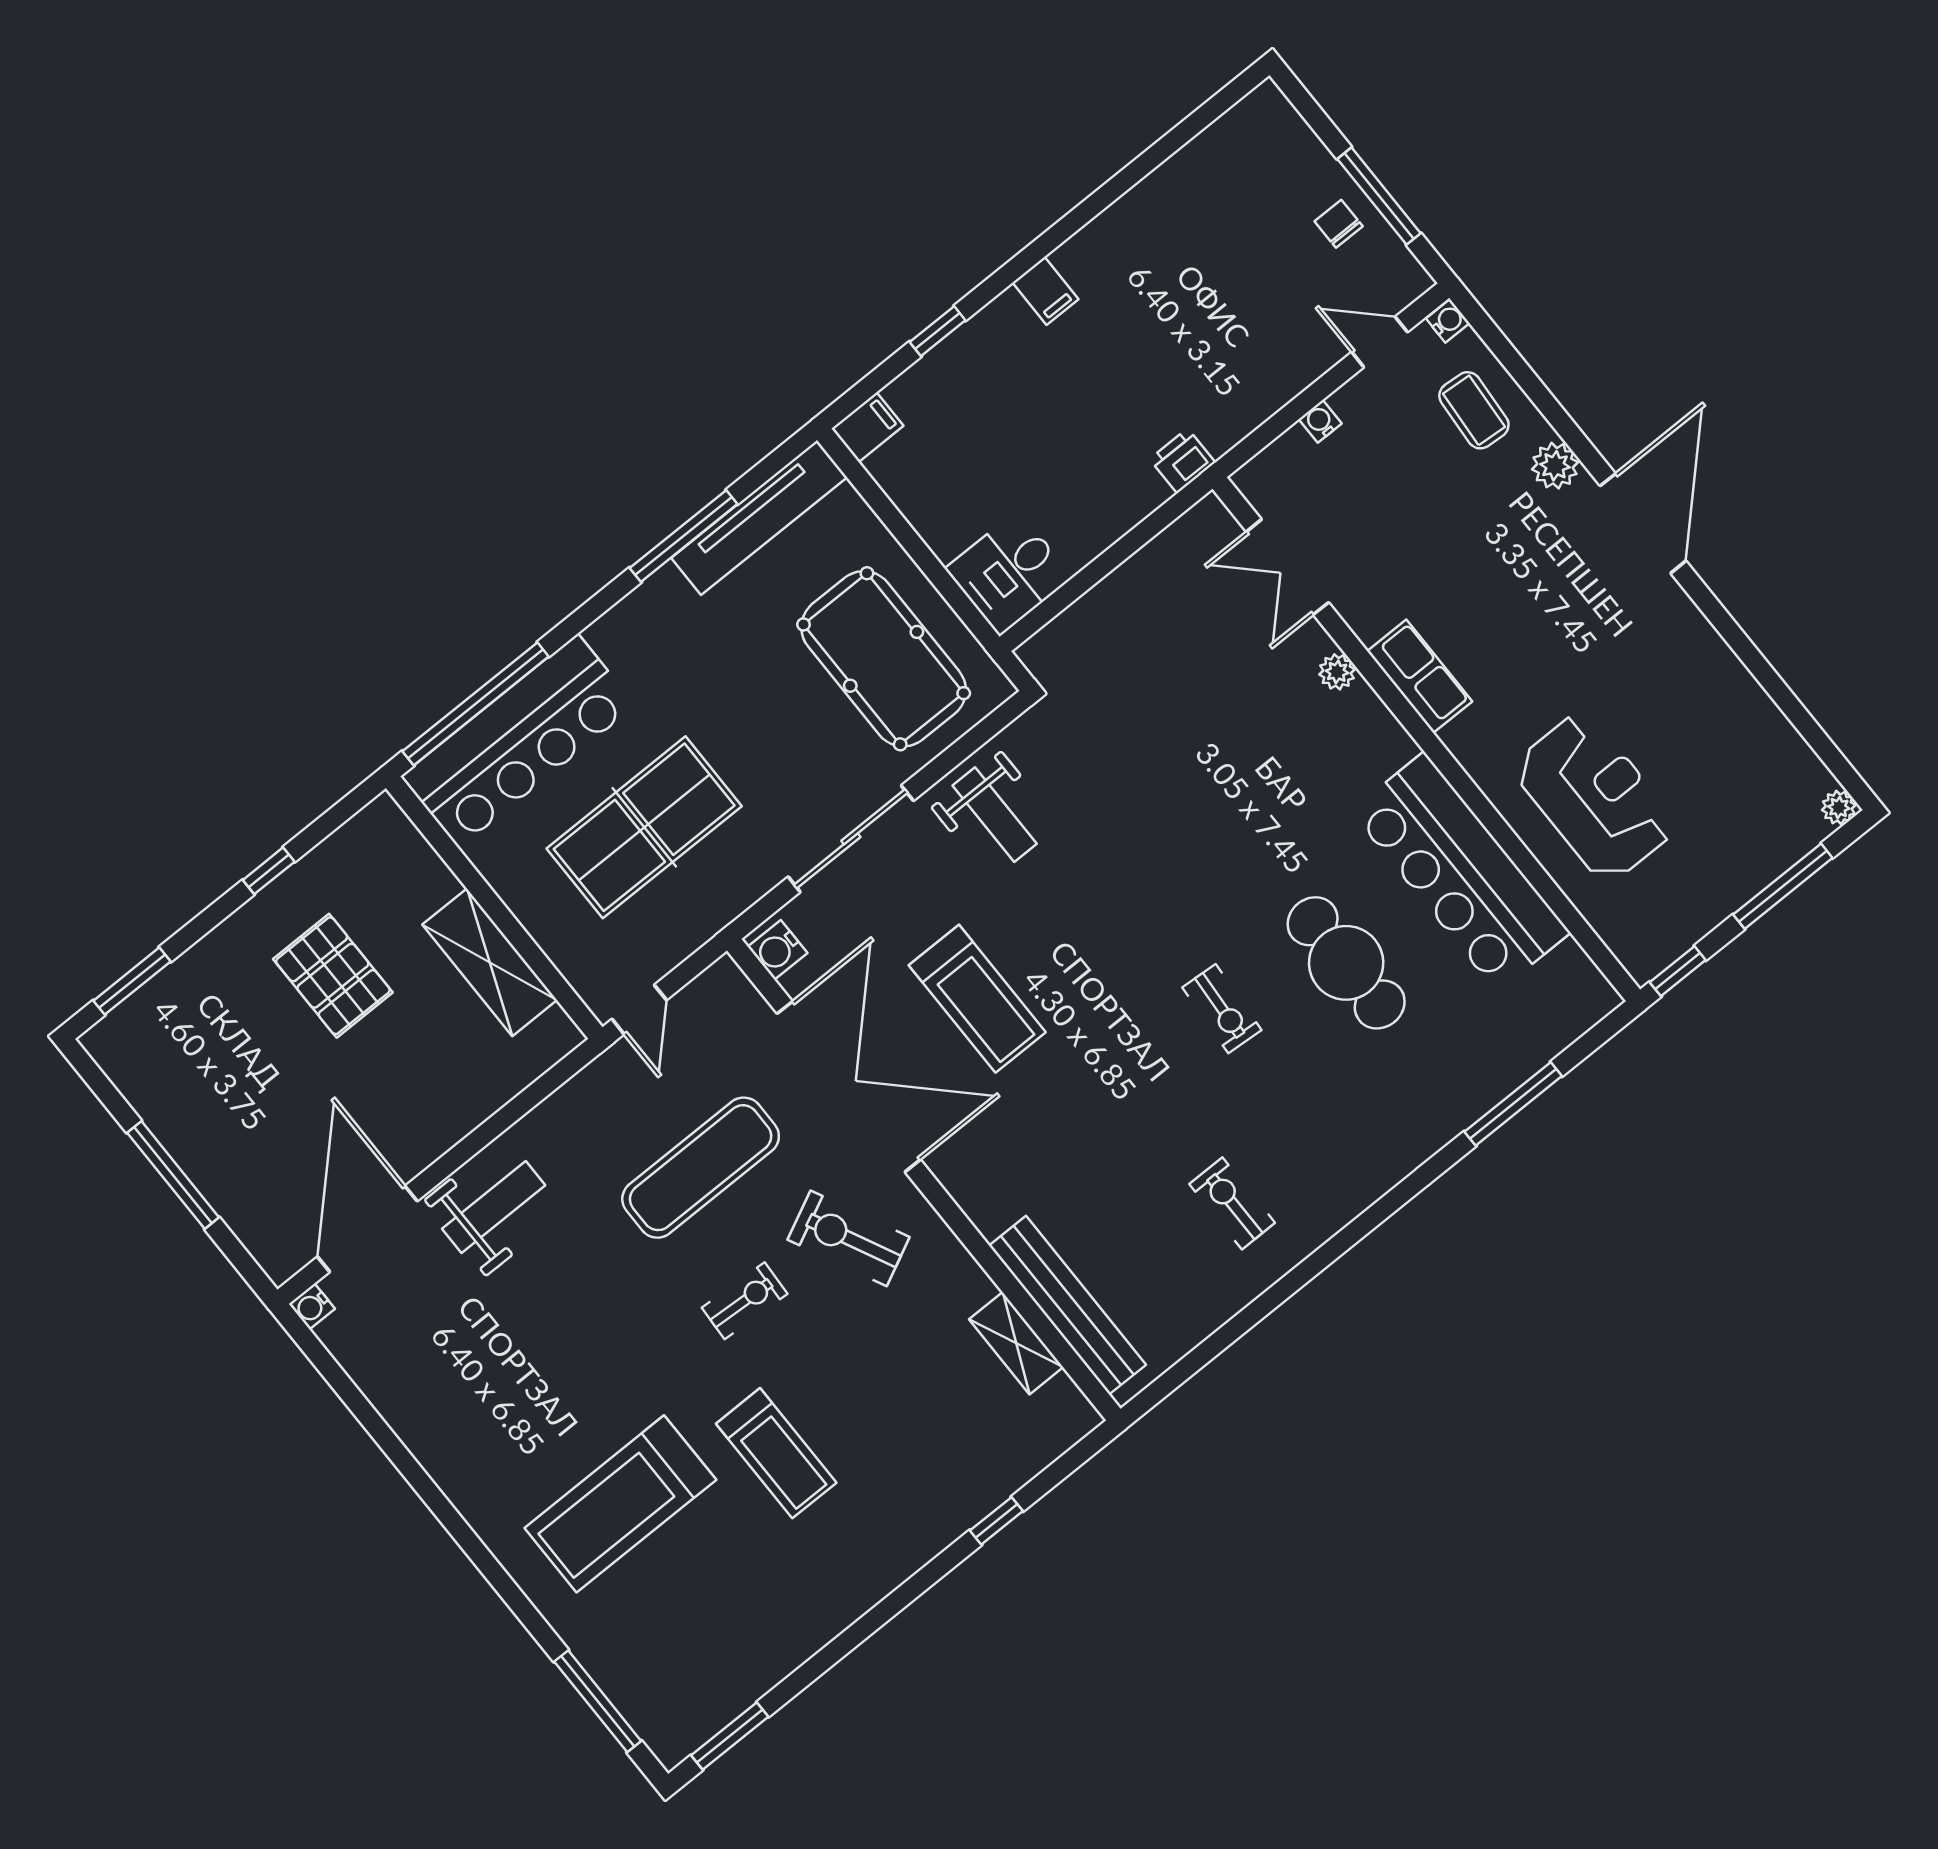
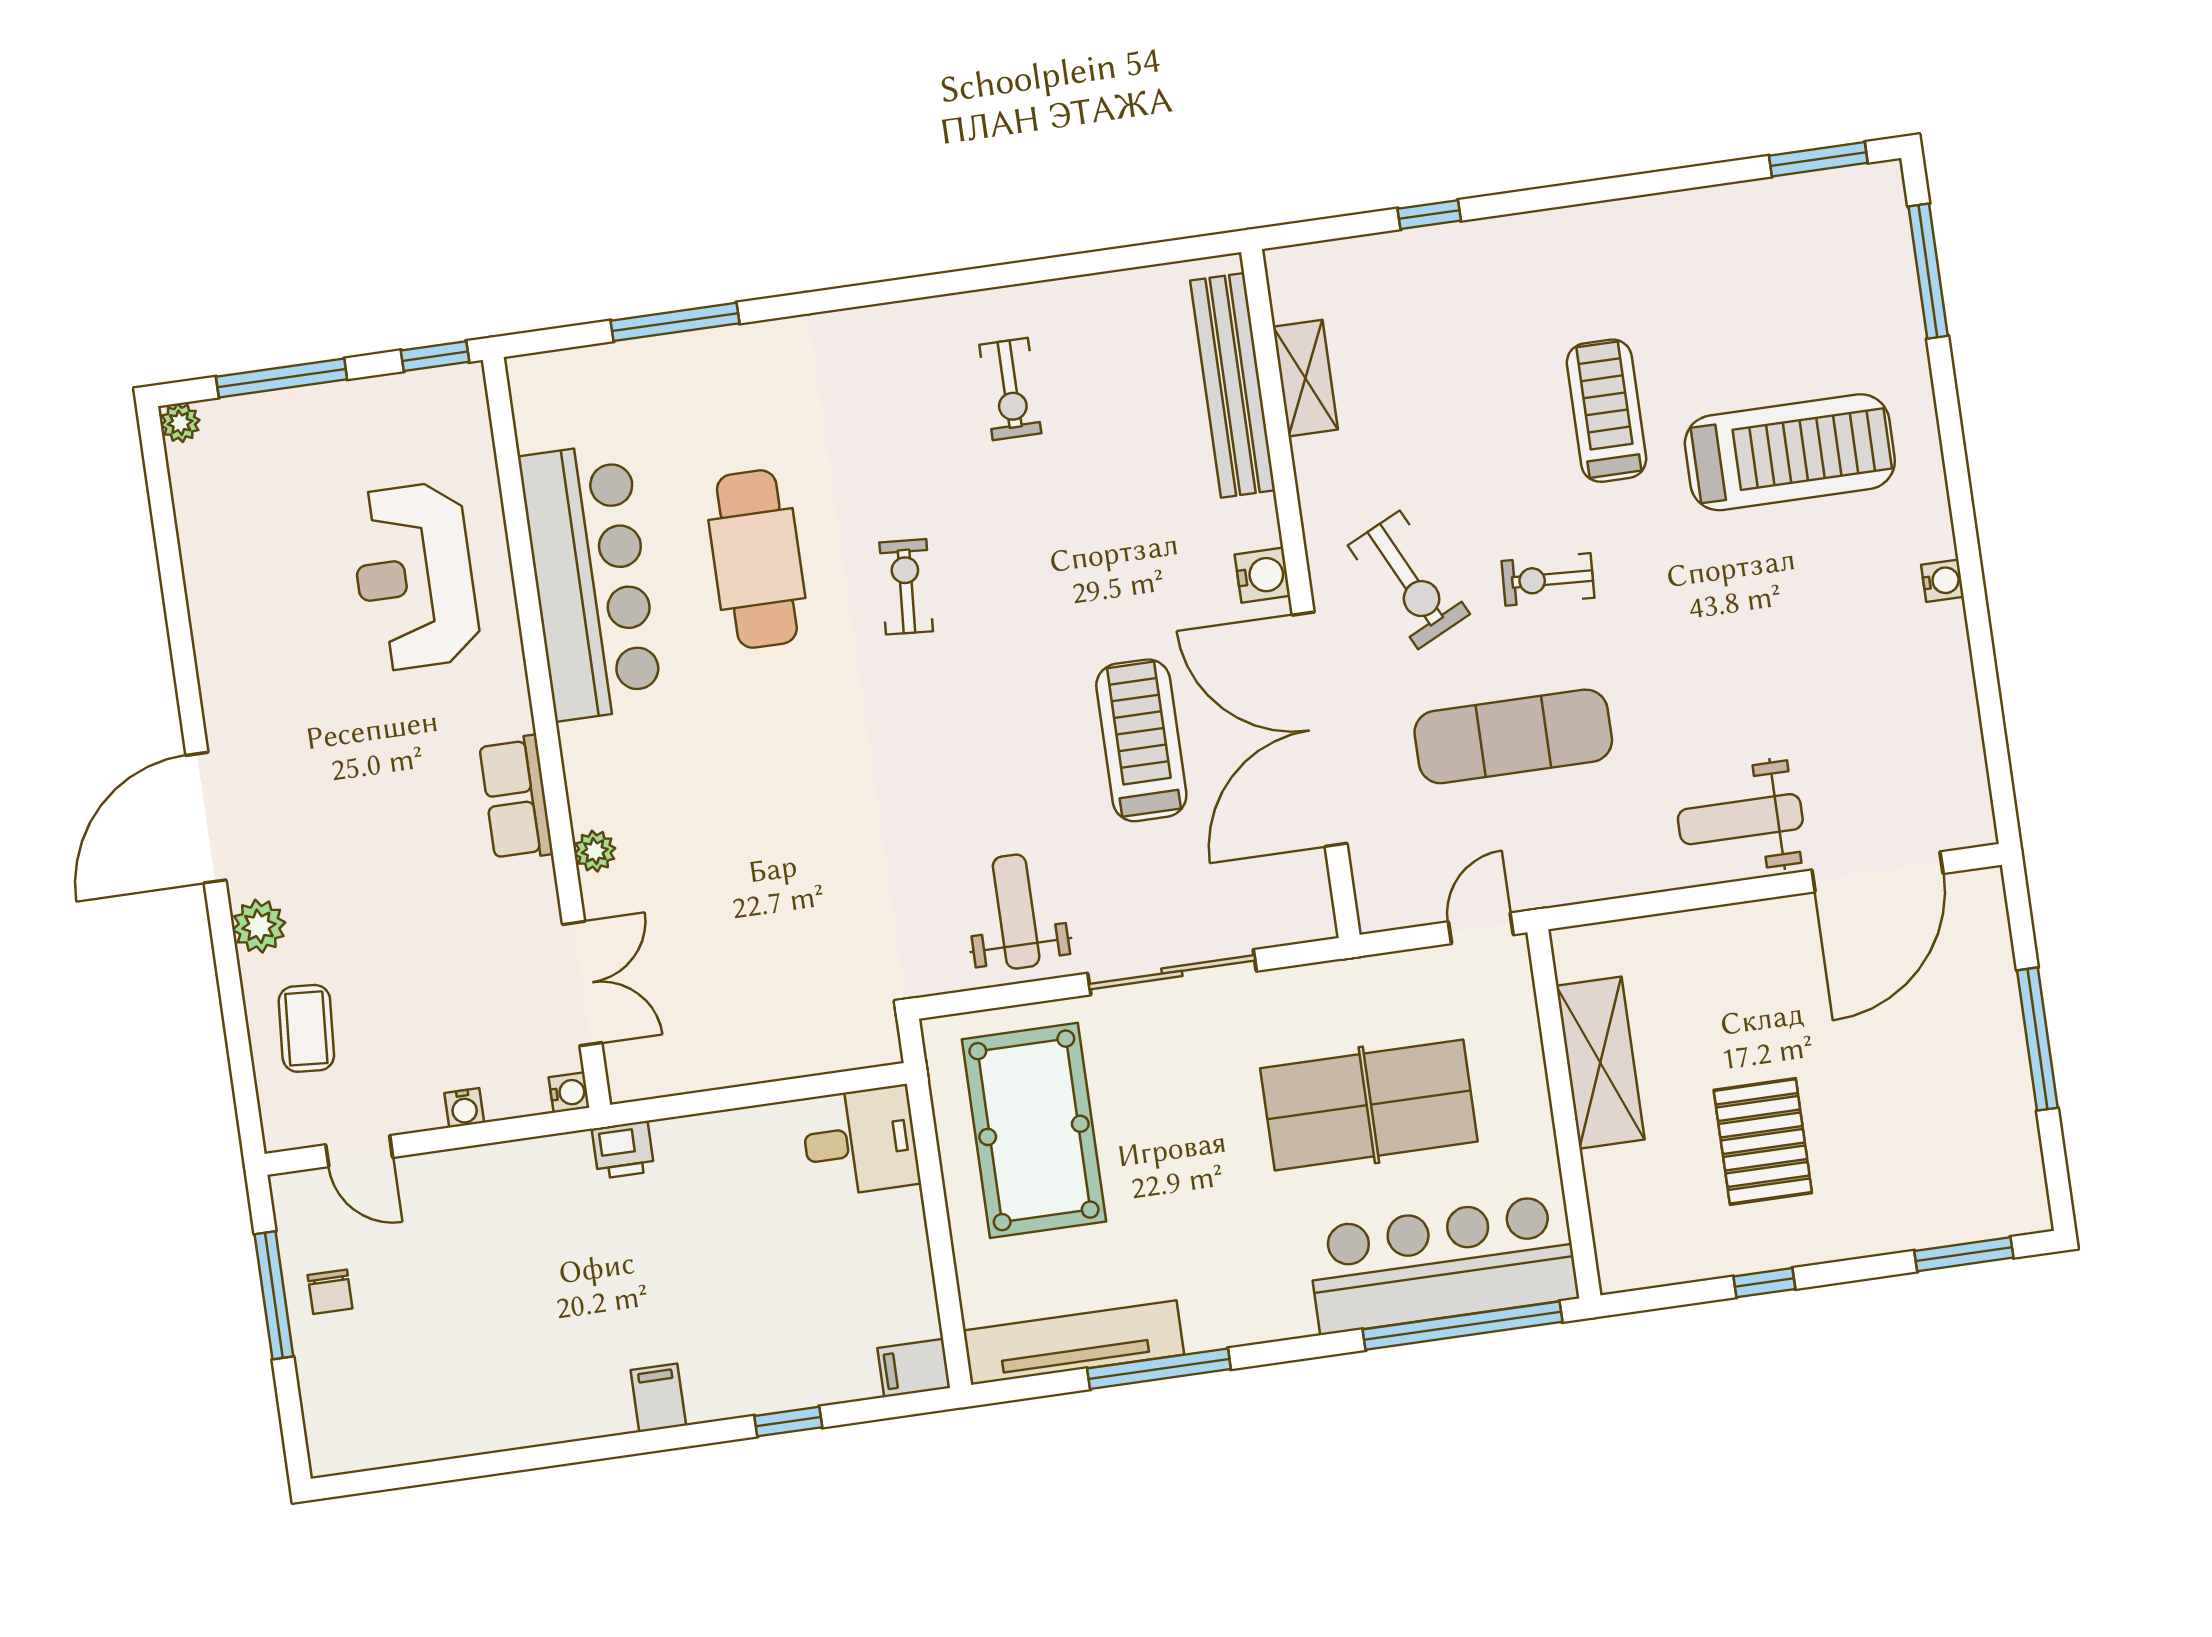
water cooler: (1448, 321) -> (569, 1093), moved, turned 180
water cooler: (778, 950) -> (1262, 575), moved
water cooler: (312, 1306) -> (1943, 581), moved

